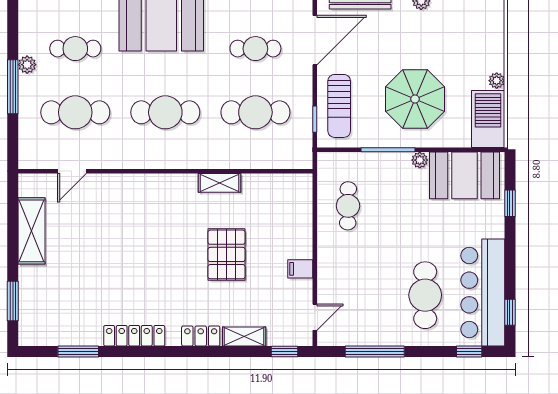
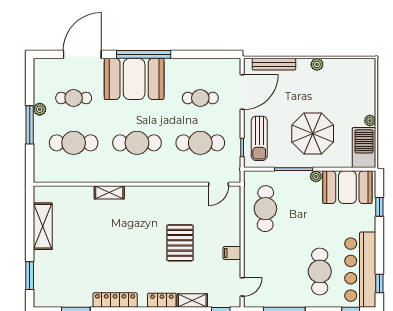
door: (72, 171) -> (218, 184), moved
shelving: (219, 183) -> (109, 192), moved
cafe table: (348, 206) -> (265, 209), width x1.37, depth x1.35

